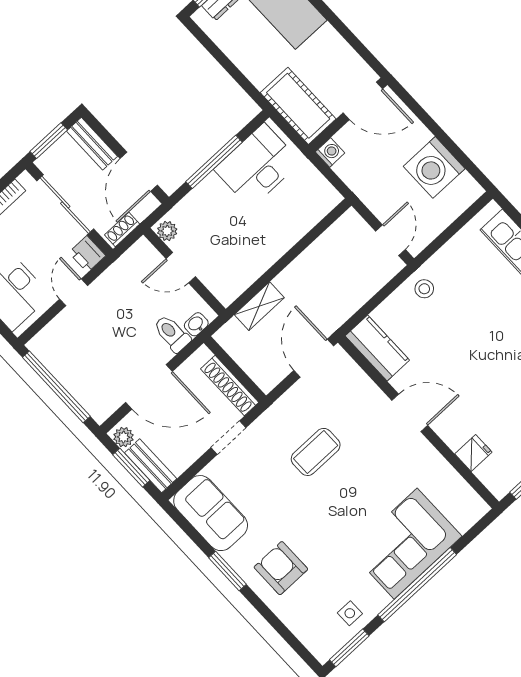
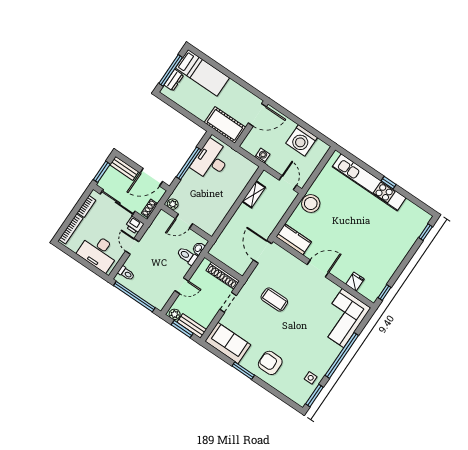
washing machine: (330, 152) -> (262, 156), moved
door: (139, 172) -> (151, 177), hinge flipped
stool: (424, 289) -> (311, 204), width x1.89, depth x1.89
shelving: (259, 306) -> (254, 194), moved
toilet: (51, 340) -> (126, 273), added
door: (149, 387) -> (182, 286), width x0.53
coffee table: (316, 452) -> (274, 300), turned 90
corner sofa: (406, 544) -> (343, 318), moved

